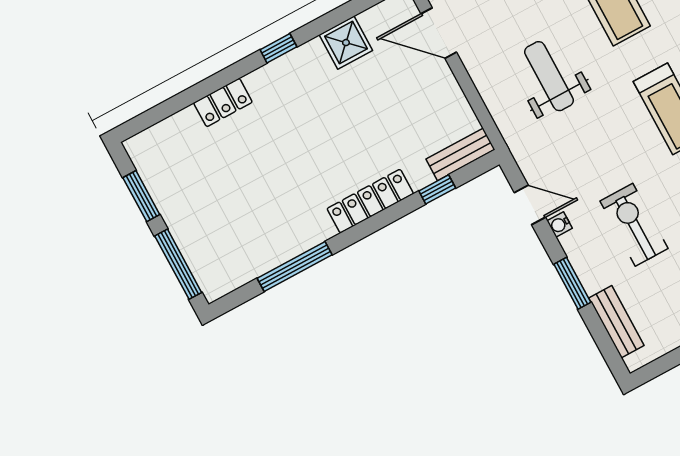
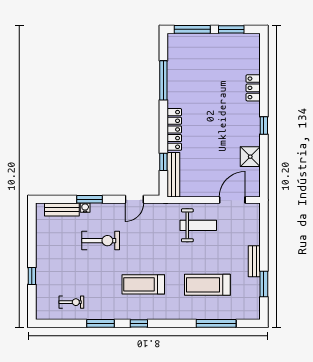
weight bench: (549, 76) -> (198, 225), moved
bench: (461, 154) -> (173, 175), width x1.36
water cooler: (560, 224) -> (85, 208), moved

